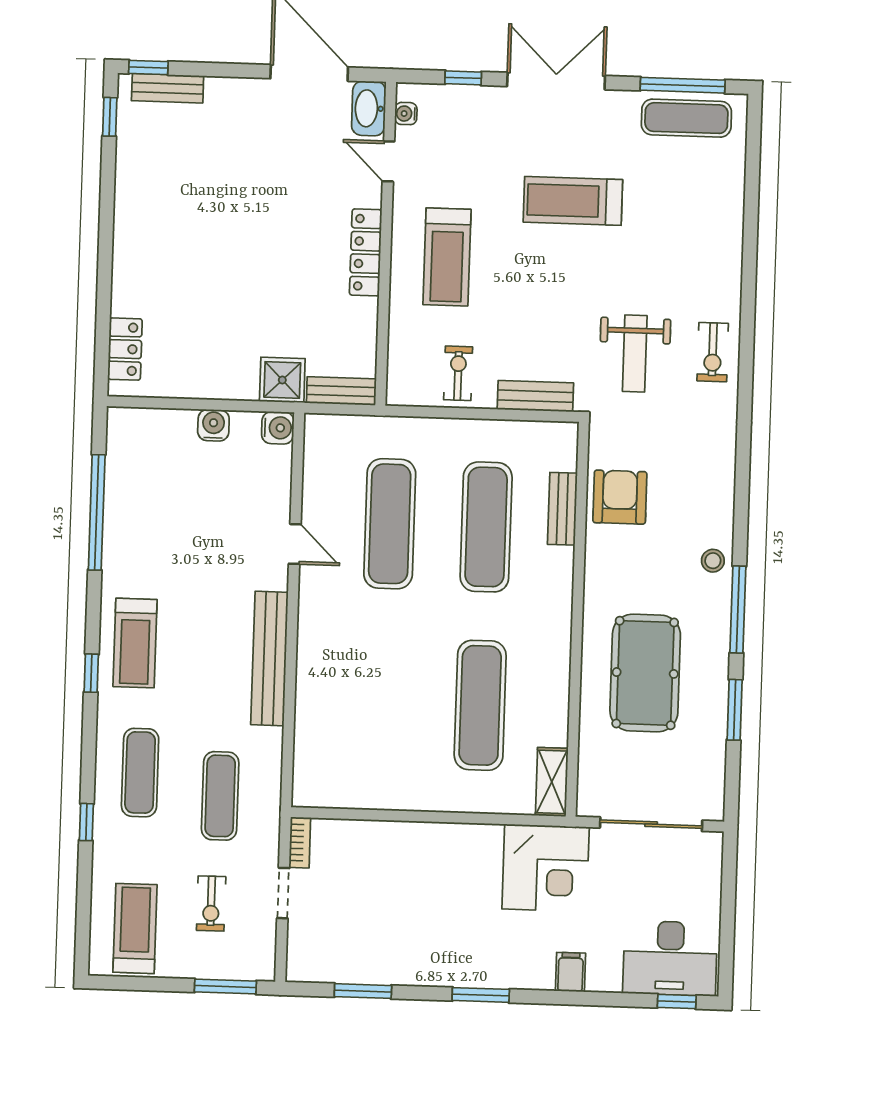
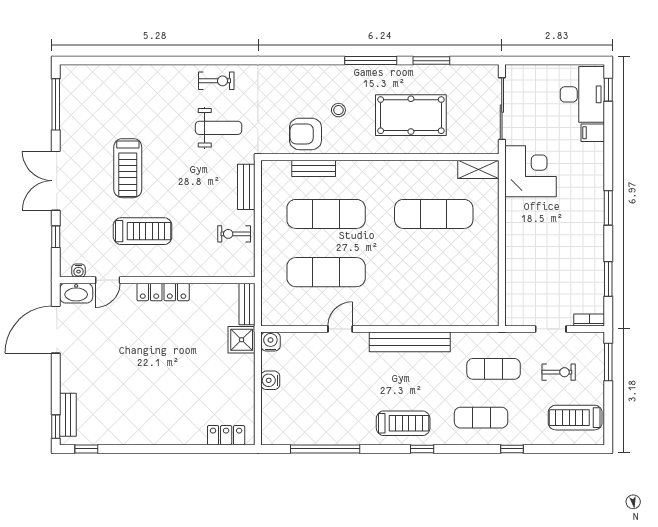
exercise mat: (686, 118) -> (76, 101), removed
treadmill: (447, 257) -> (143, 231), moved
stool: (713, 561) -> (338, 110), moved
bookcase: (300, 843) -> (589, 320), moved
filing cabinet: (570, 972) -> (593, 133), moved

